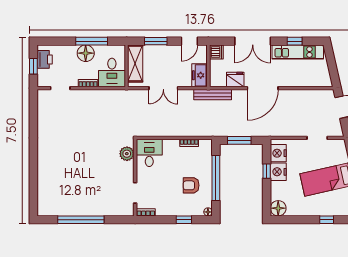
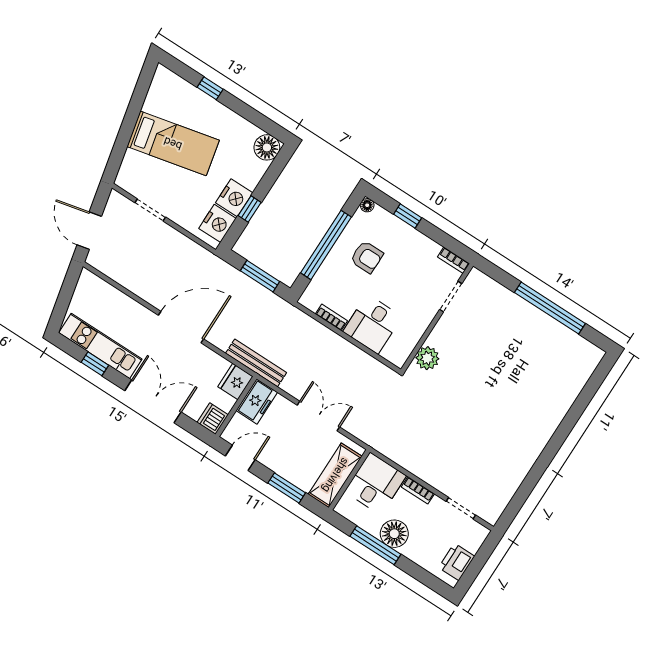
window: (33, 66) -> (478, 562), removed
fridge: (235, 80) -> (235, 382), moved, turned 90
desk: (149, 153) -> (372, 324), moved

